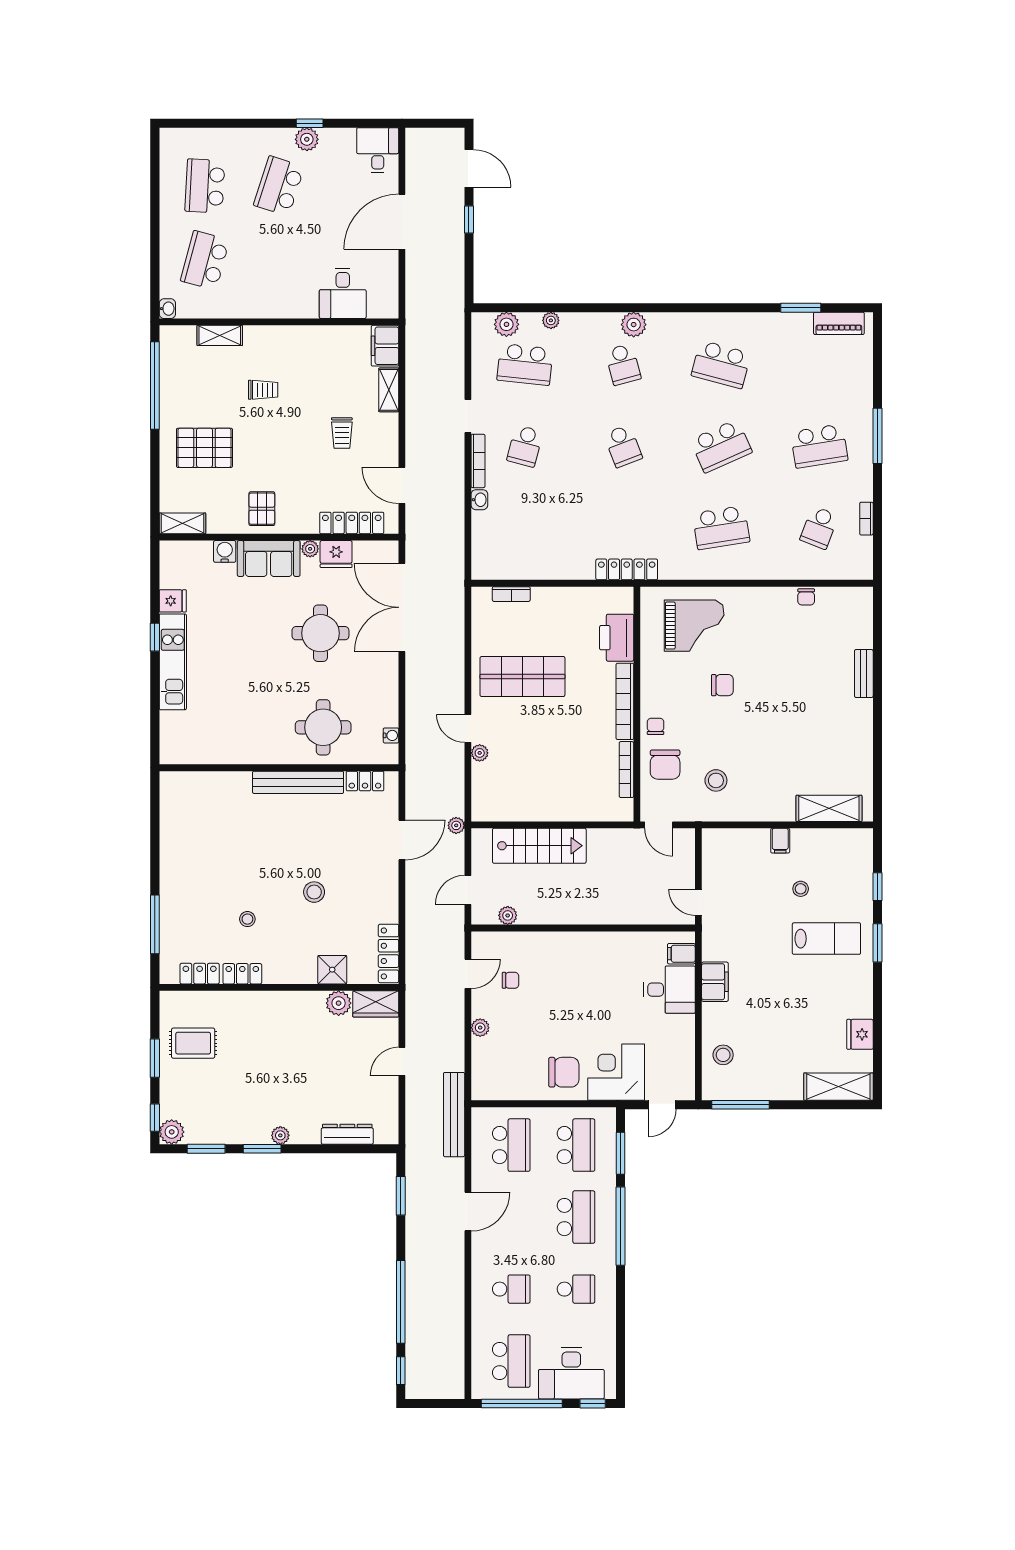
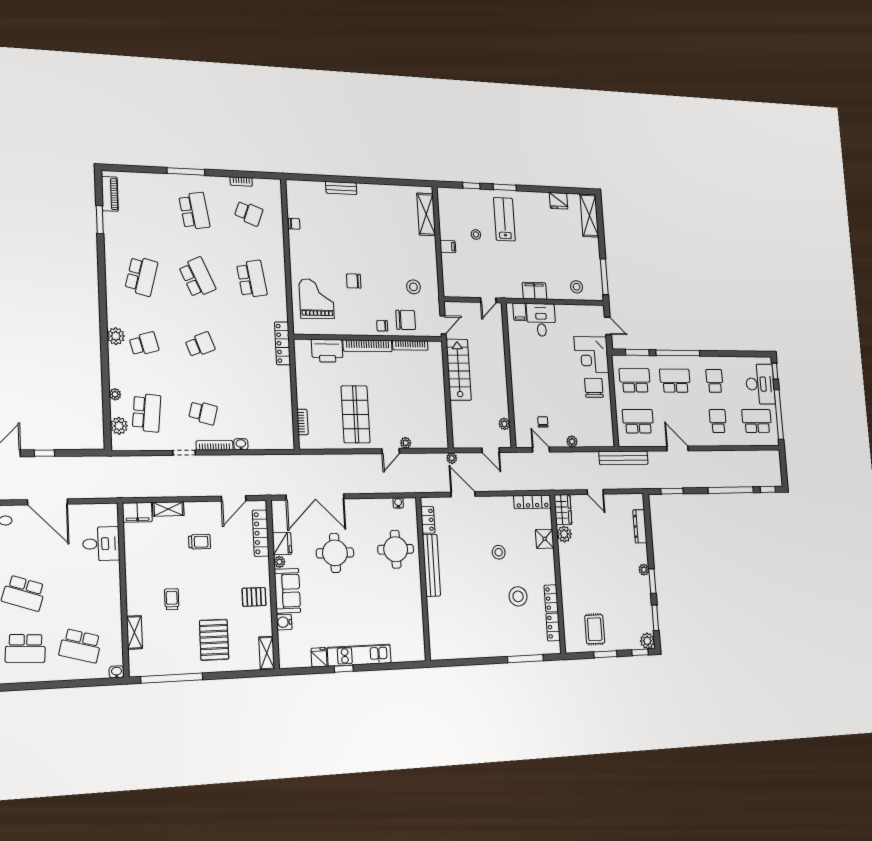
chair: (722, 685) -> (354, 281), turned -90
stairs: (539, 846) -> (459, 370), moved
stool: (247, 919) -> (518, 596), width x1.89, depth x1.89

